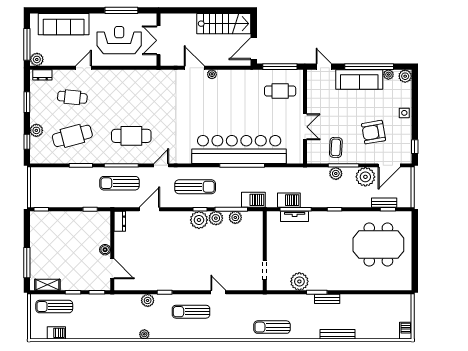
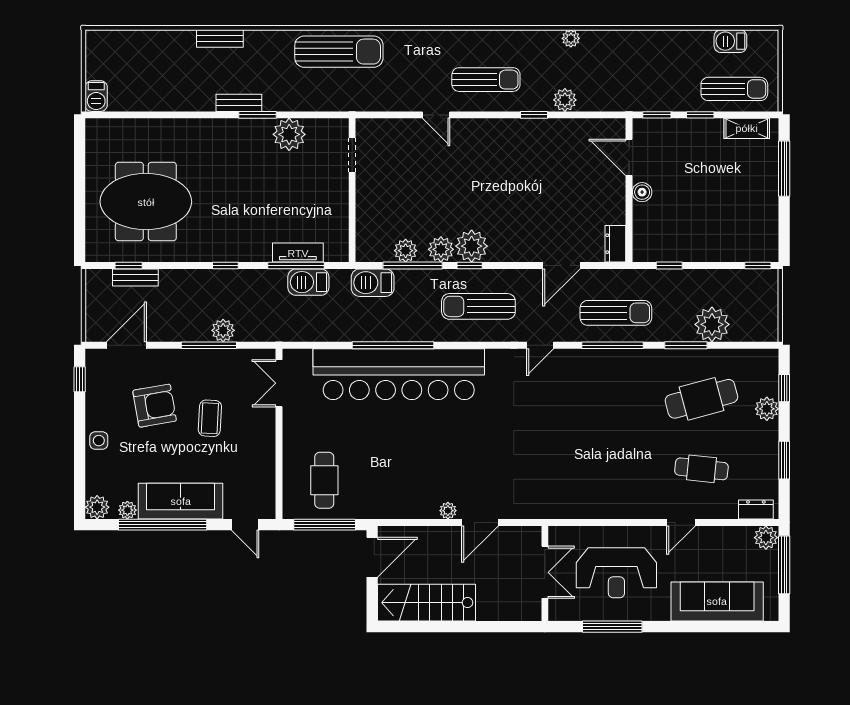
door: (194, 68) -> (480, 522), hinge flipped
cafe table: (280, 91) -> (324, 480), turned 90
double door: (305, 127) -> (279, 383), moved
cafe table: (131, 136) -> (594, 399), removed
coffee table: (336, 147) -> (210, 418), moved
plant: (365, 177) -> (712, 324), moved
sun lounger: (272, 327) -> (339, 52), width x1.36, depth x1.34
barbecue: (406, 331) -> (96, 96), moved
bench: (338, 334) -> (220, 38), width x0.73

